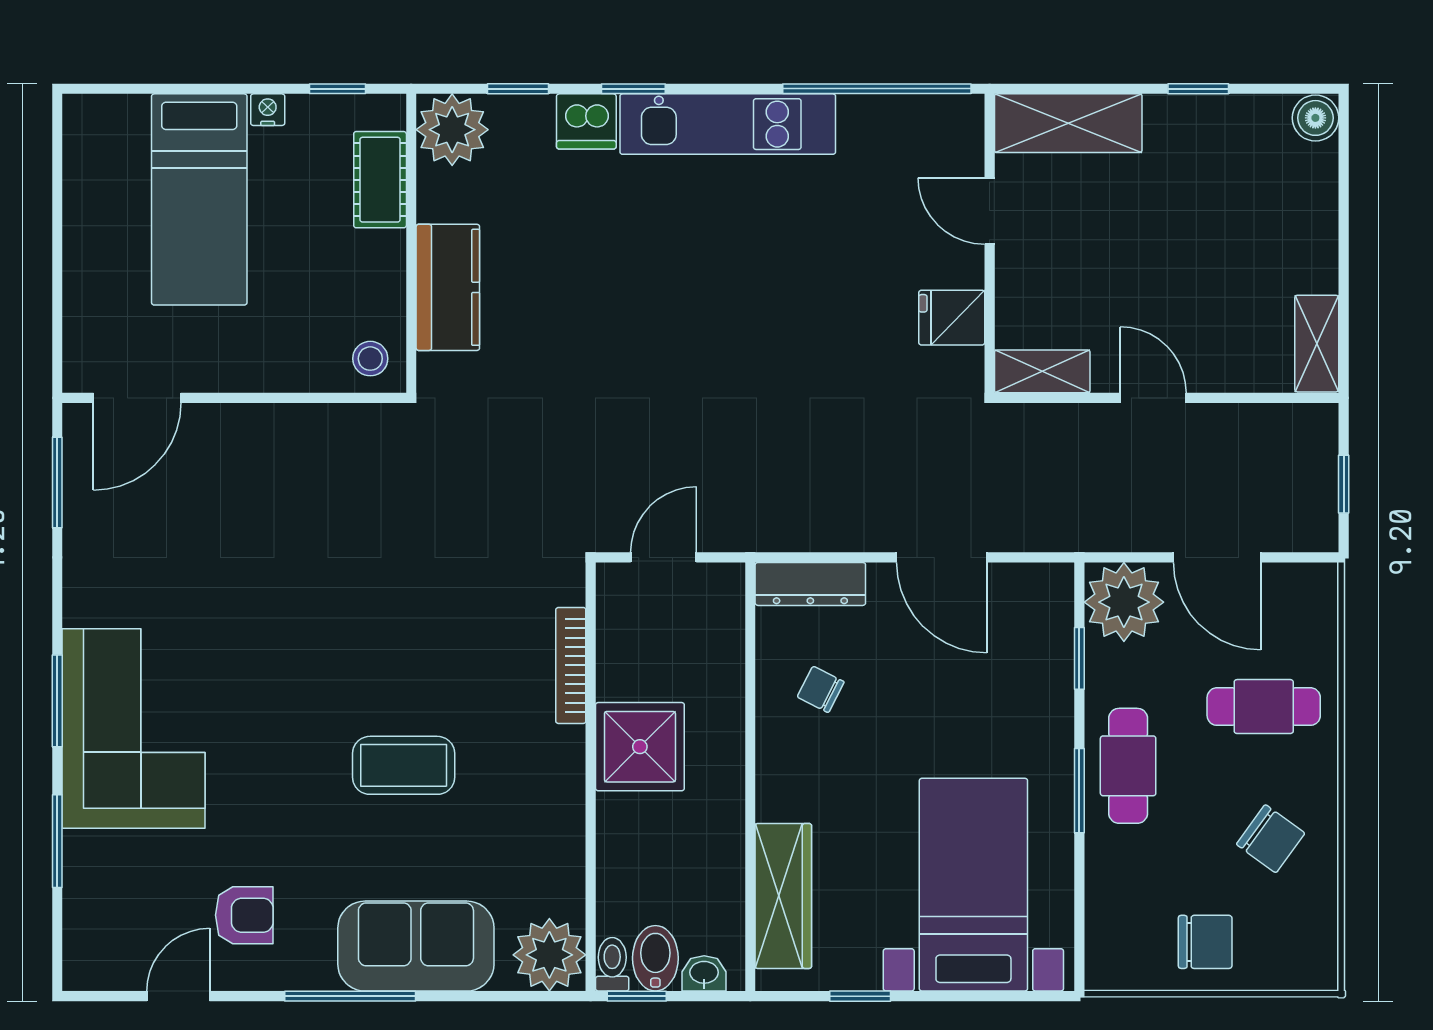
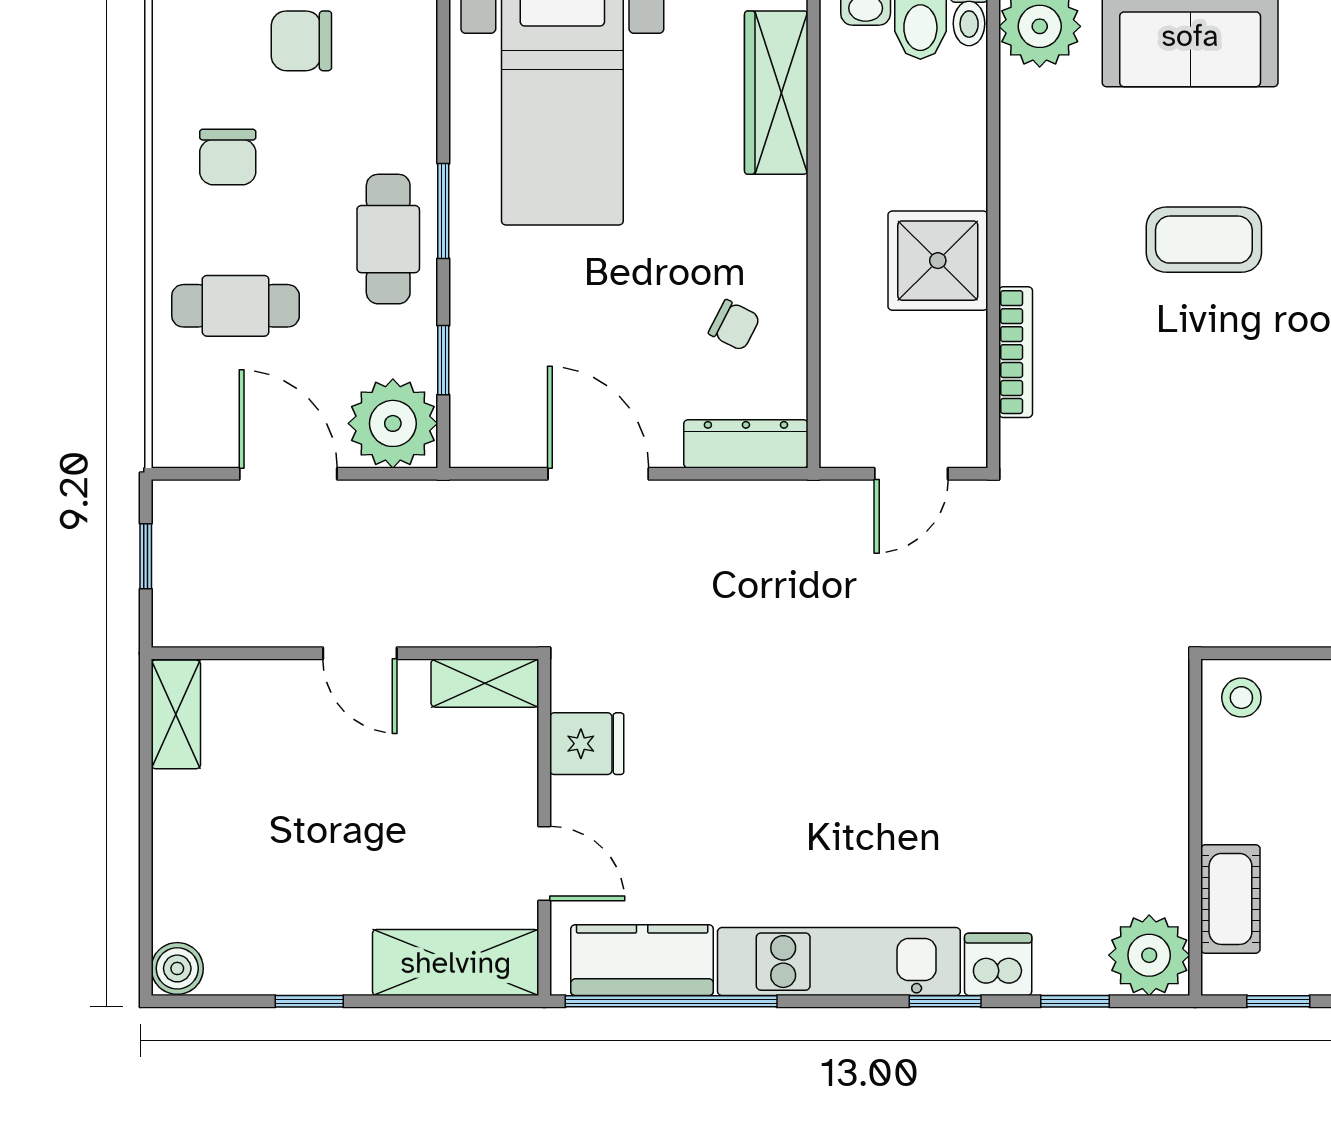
kitchen counter: (448, 287) -> (642, 960), moved, turned 90
chair: (1271, 839) -> (228, 157), turned -126

